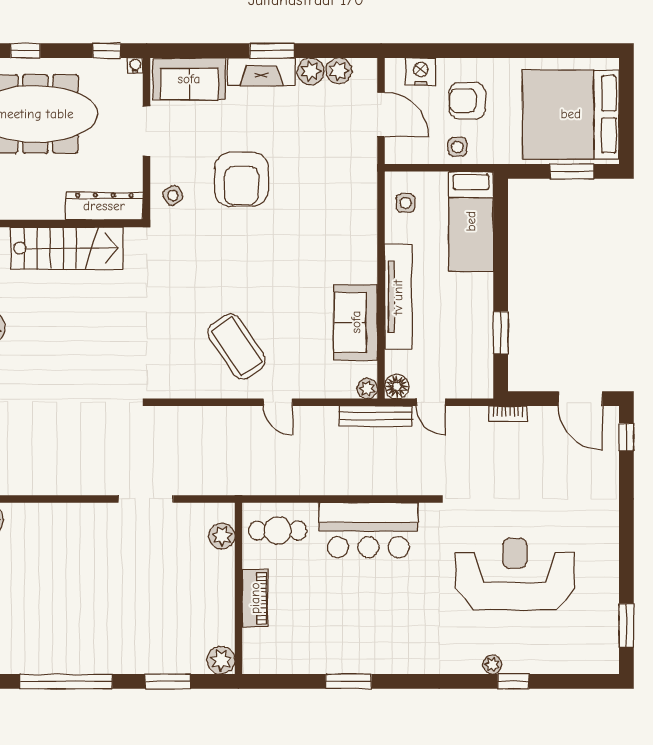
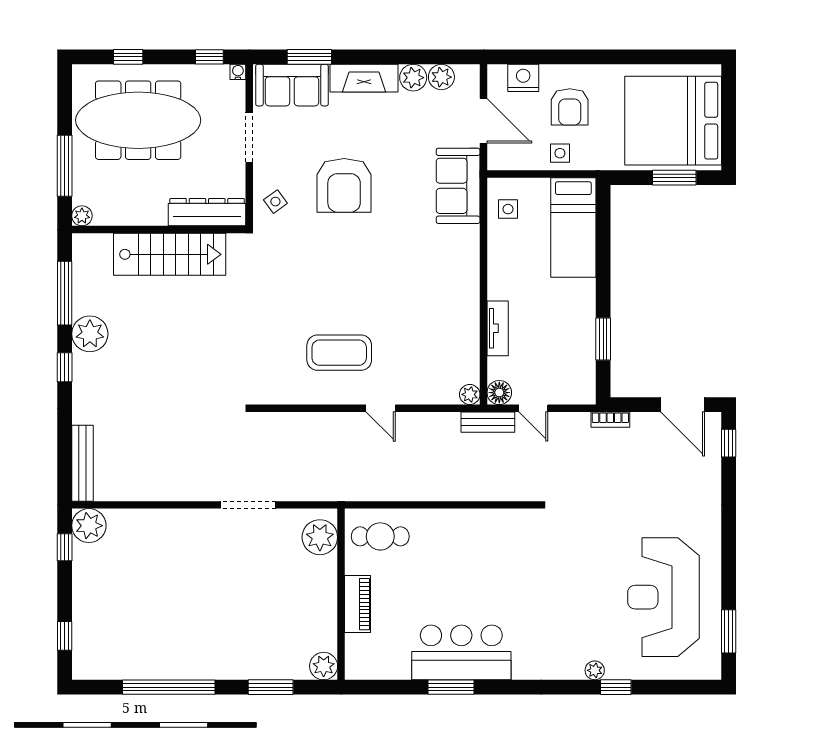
window: (272, 51) -> (309, 57), moved
armchair: (467, 101) -> (570, 107), turned -90
tv unit: (398, 297) -> (498, 328), width x0.52, depth x0.78
sofa: (356, 322) -> (458, 186), moved
coffee table: (237, 347) -> (339, 353), turned -56
bench: (376, 416) -> (488, 422), width x0.73
bar counter: (368, 530) -> (461, 652), moved, turned 180
plant: (222, 536) -> (320, 537), width x1.36, depth x1.36
reception desk: (515, 574) -> (663, 597), moved, turned -90

